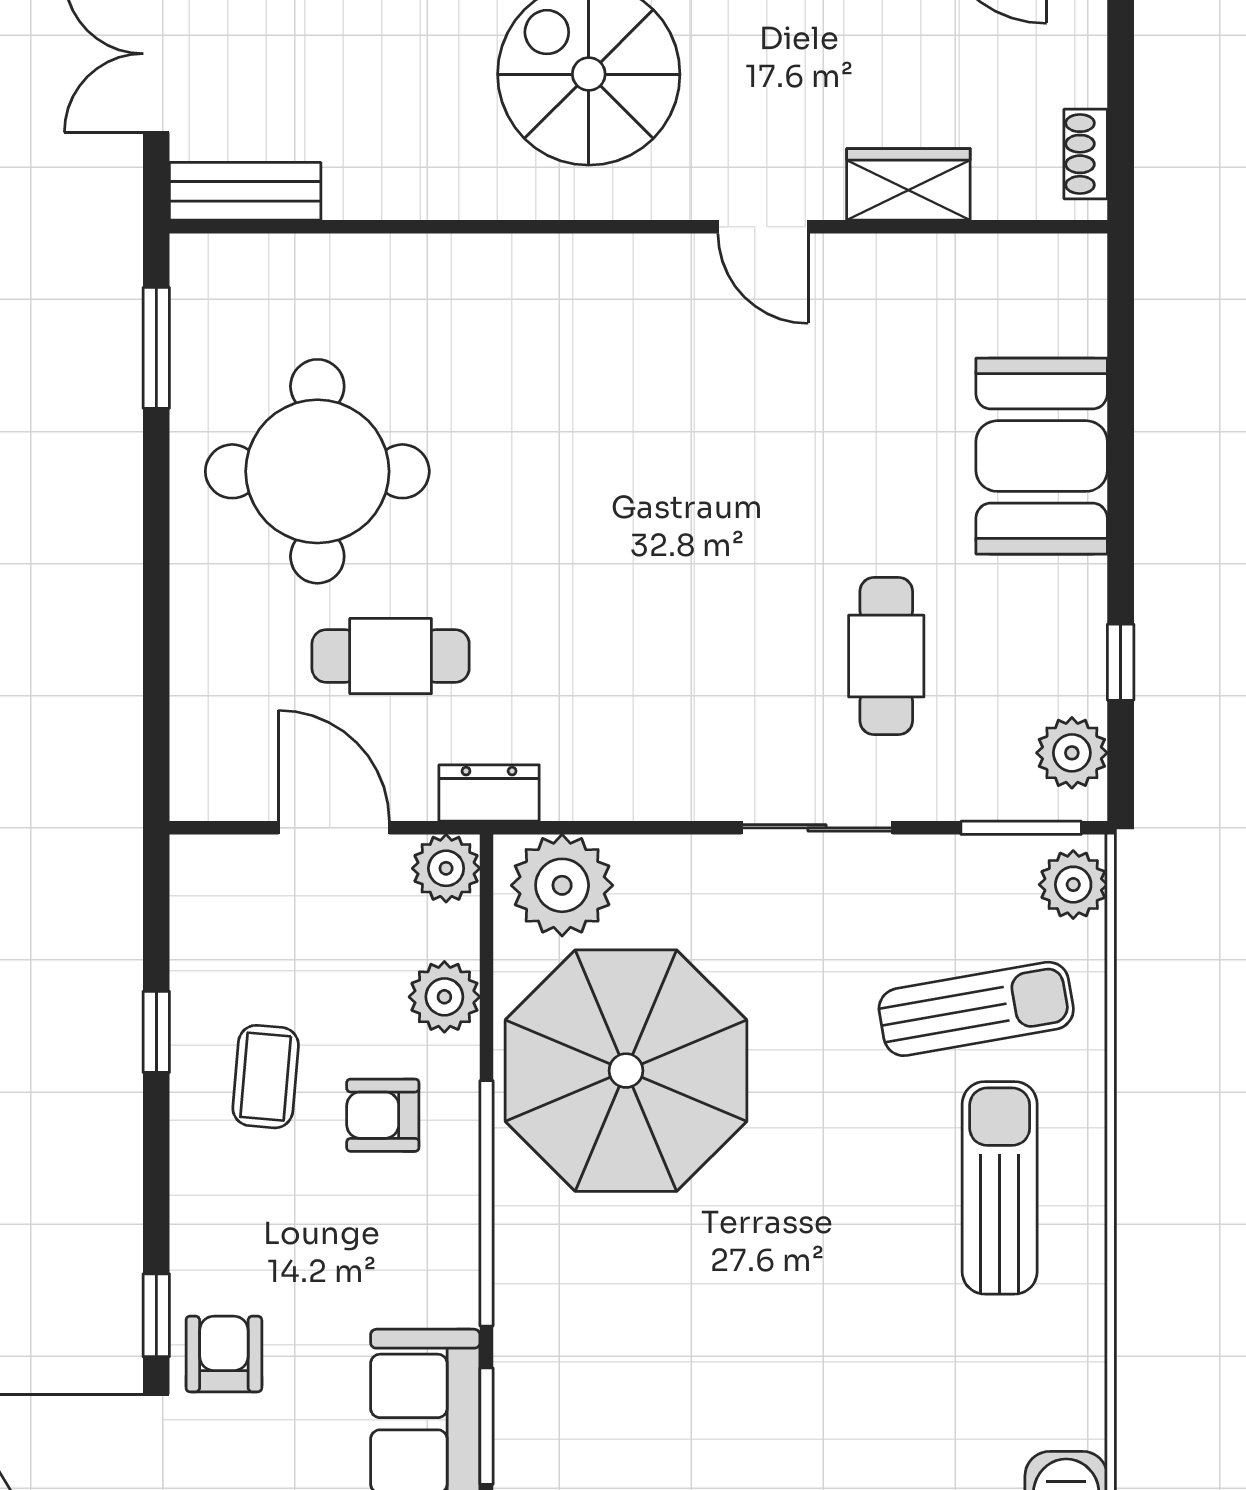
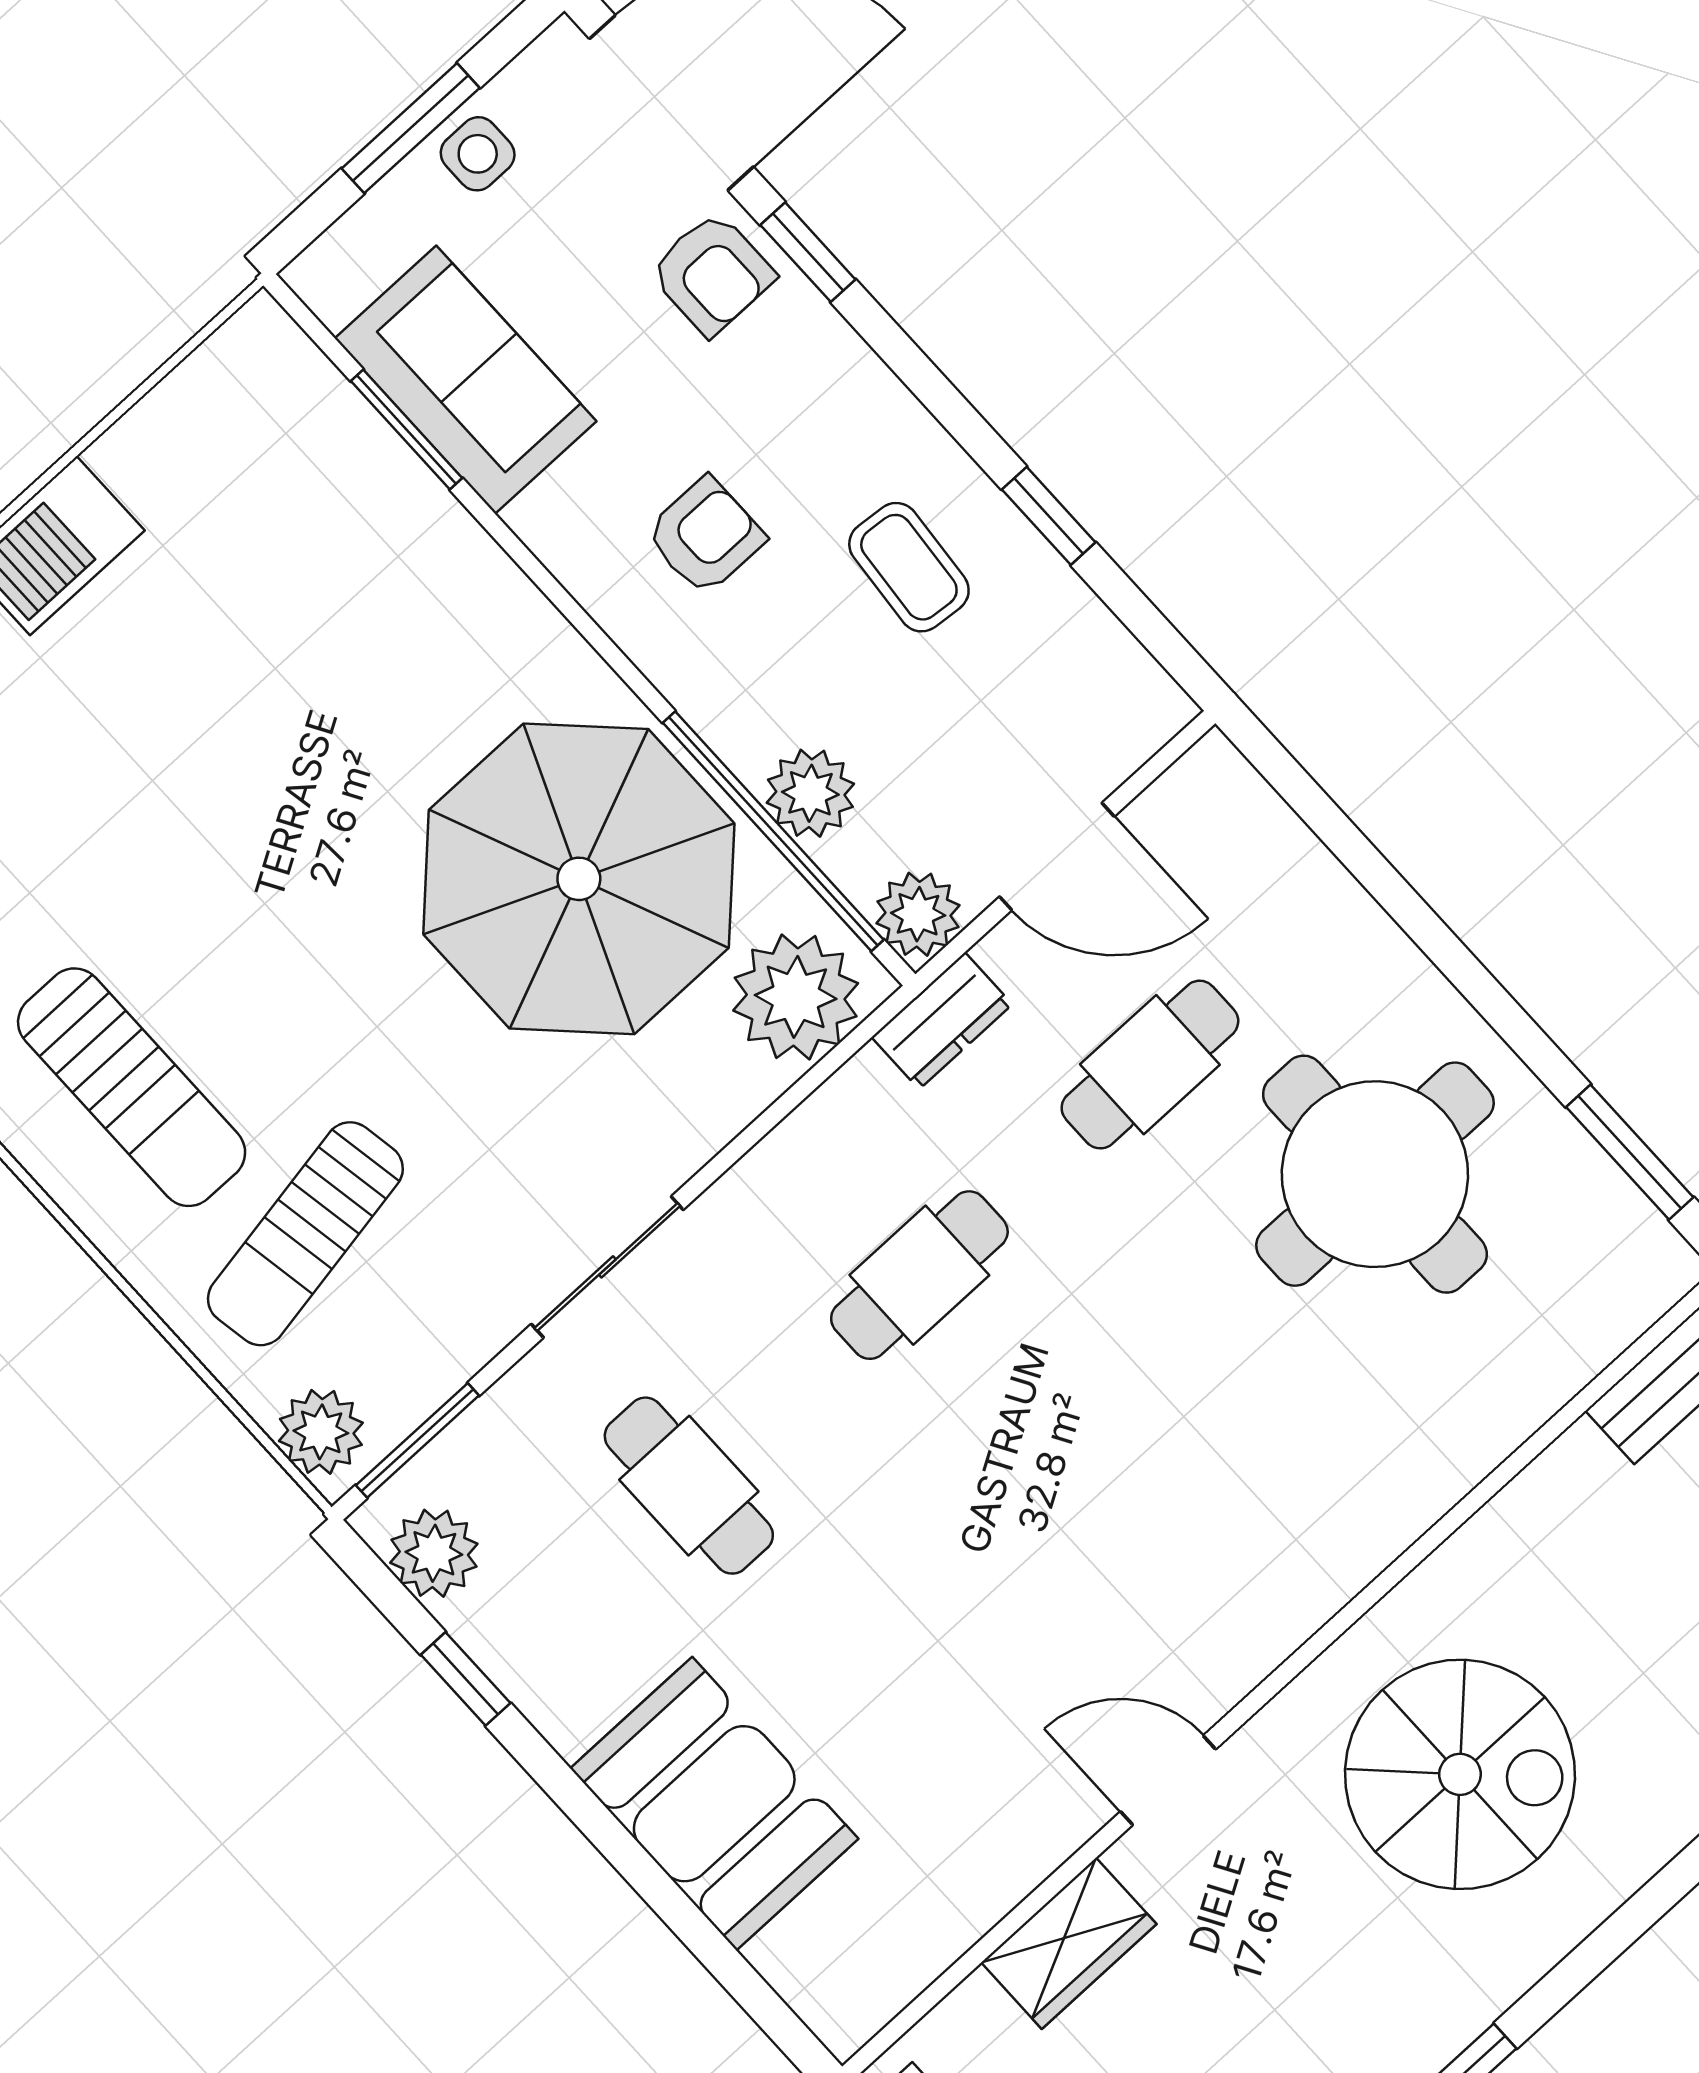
cafe table: (638, 656) -> (919, 1275), added
armchair: (383, 1115) -> (705, 536), moved
window: (487, 1203) -> (773, 831), moved

